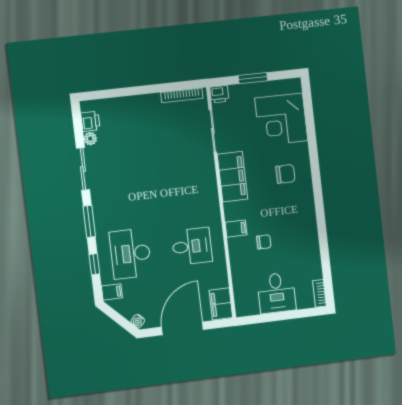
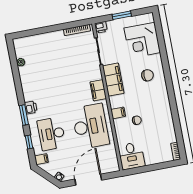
printer: (90, 121) -> (31, 107), moved
sliding door: (83, 169) -> (18, 82), removed
desk: (192, 246) -> (90, 126), width x1.87, depth x1.30
desk: (277, 293) -> (131, 156), moved
filing cabinet: (221, 304) -> (98, 90), moved

